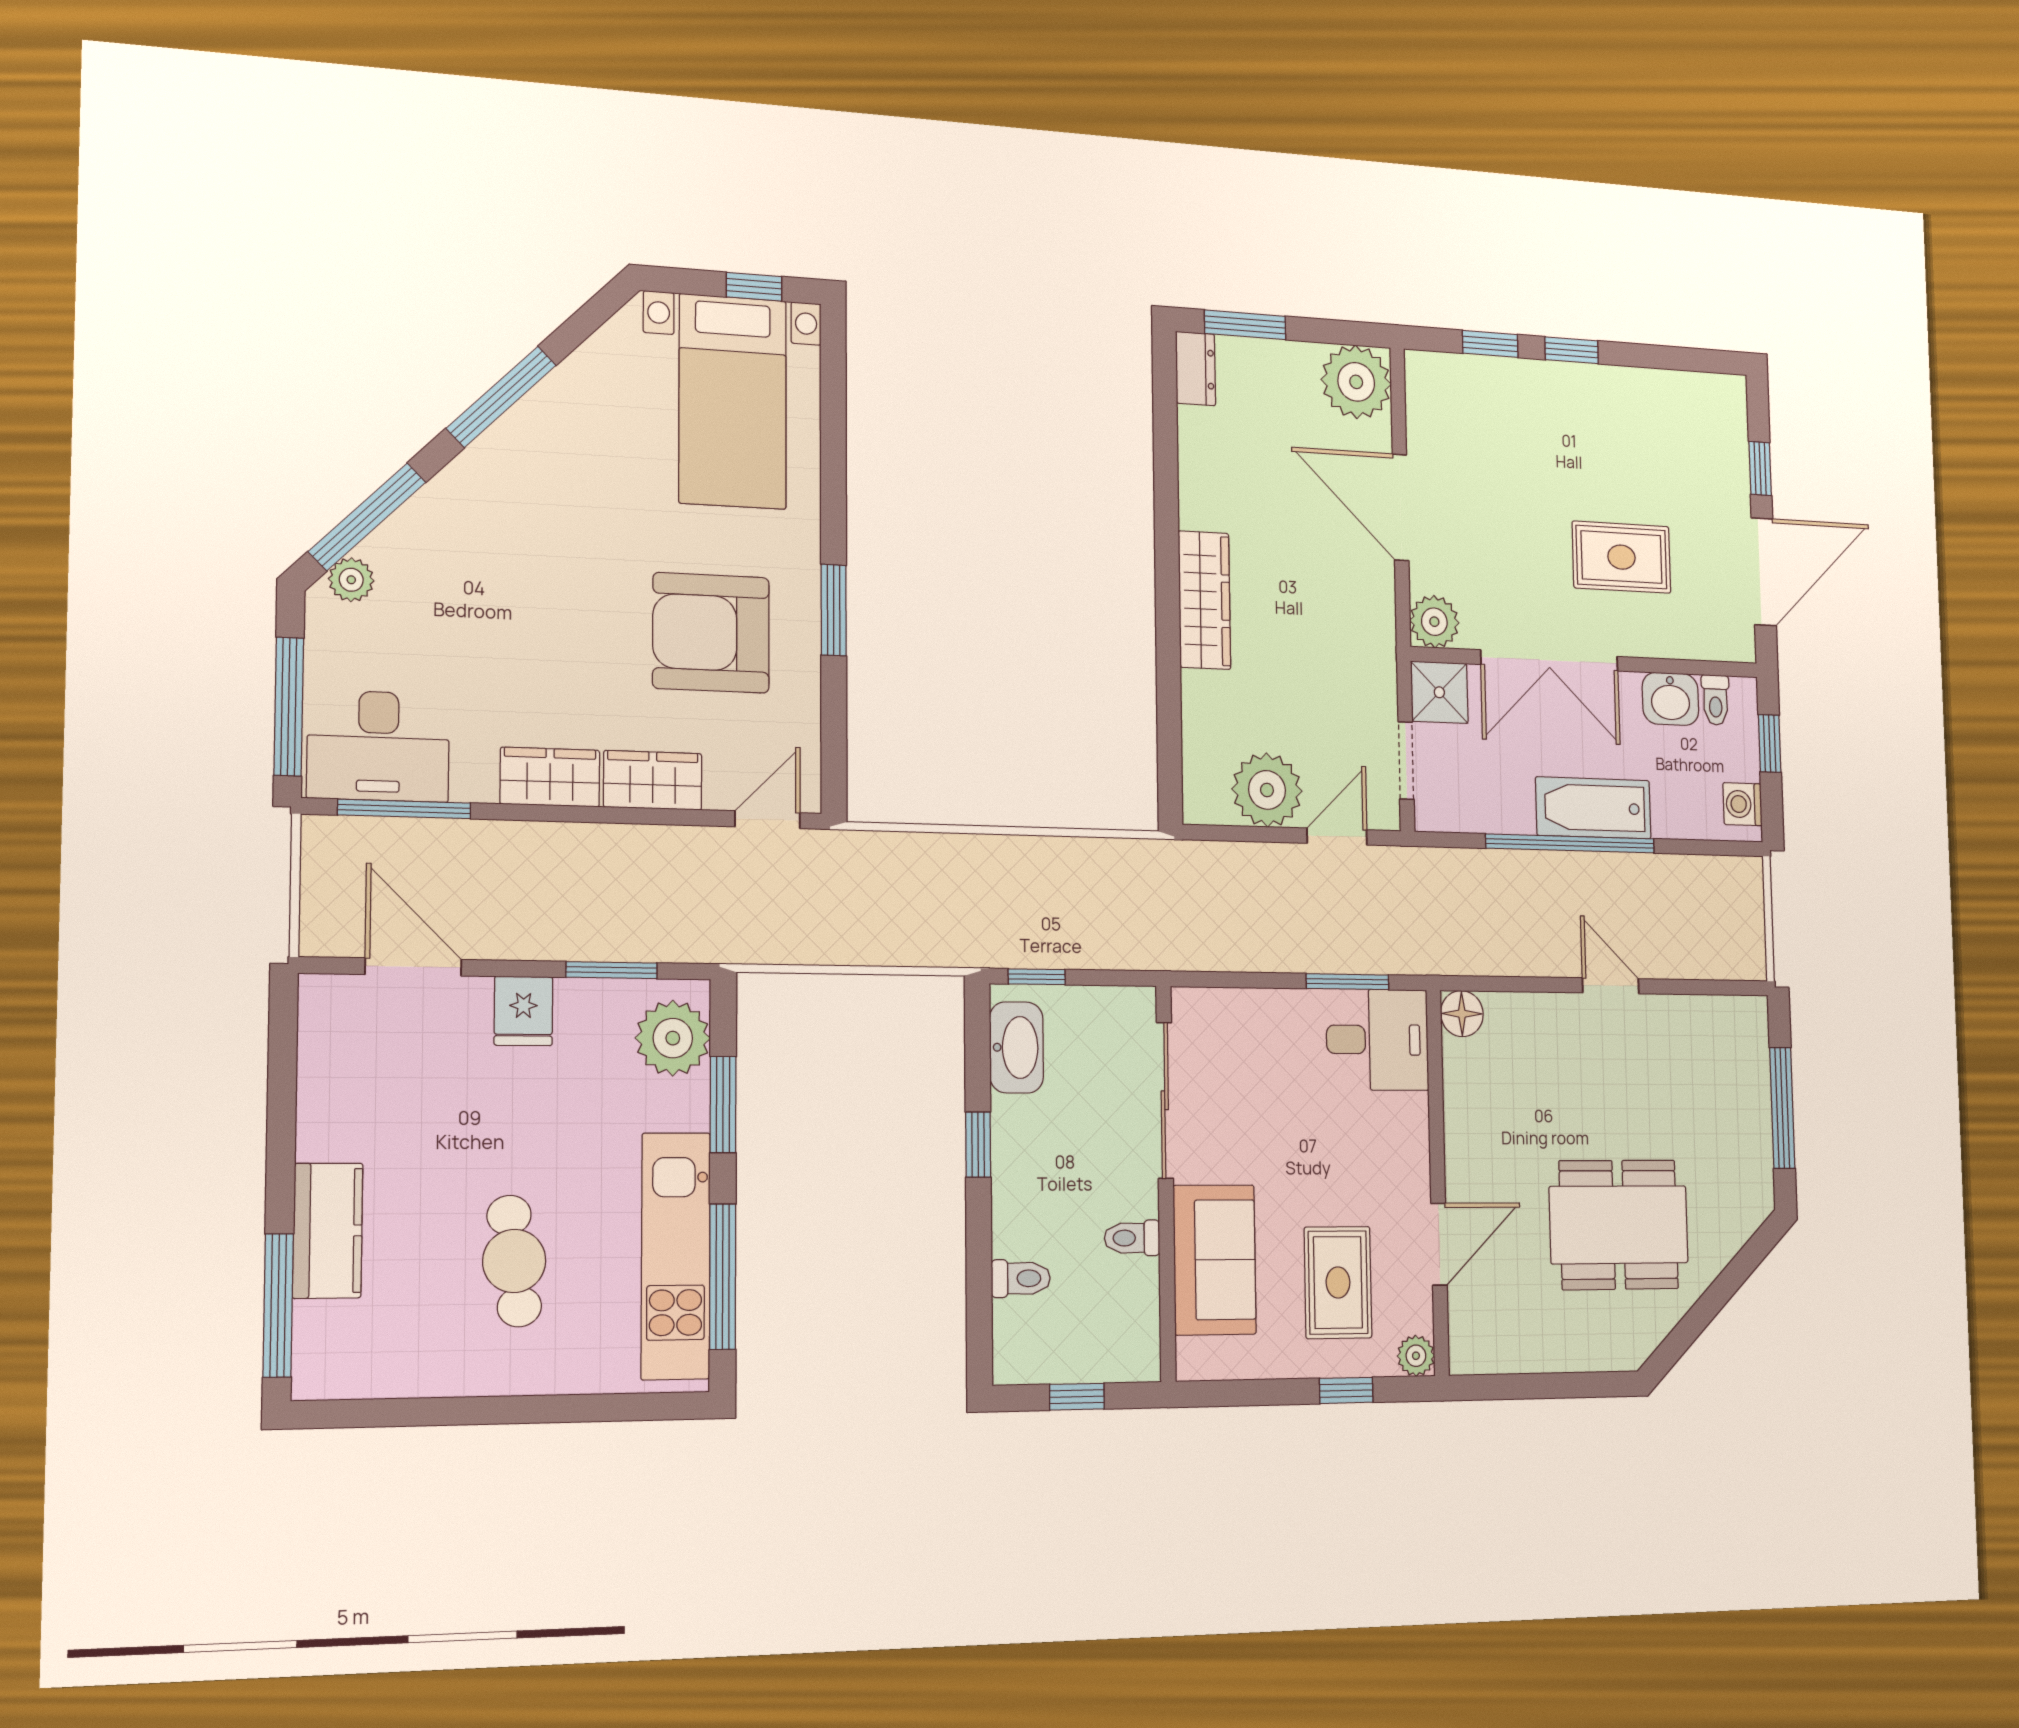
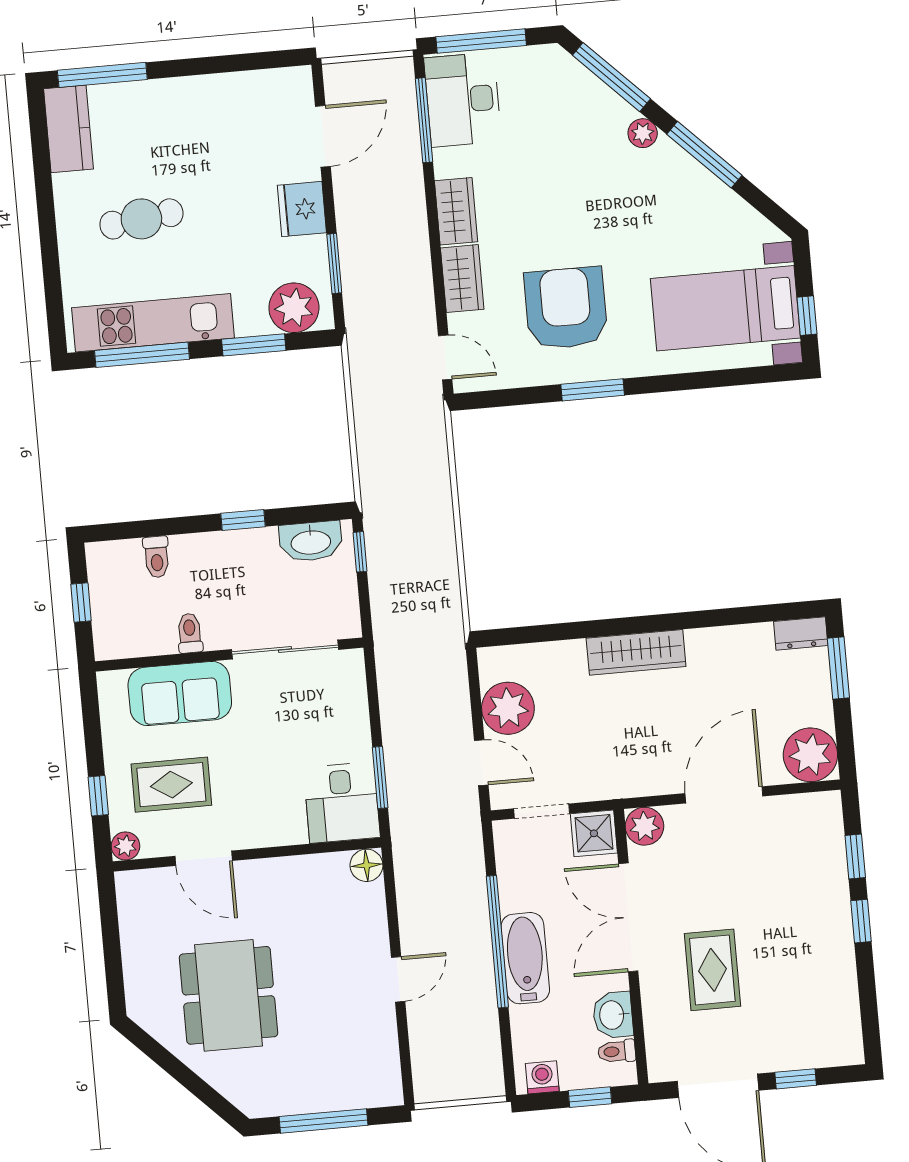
plant: (351, 580) -> (643, 133), moved
fridge: (523, 1011) -> (302, 209), width x1.38
kitchen counter: (328, 1231) -> (69, 129), moved, turned -90

